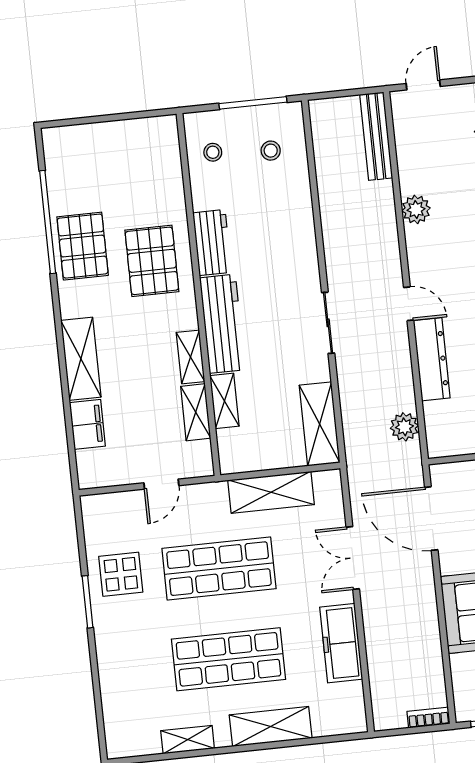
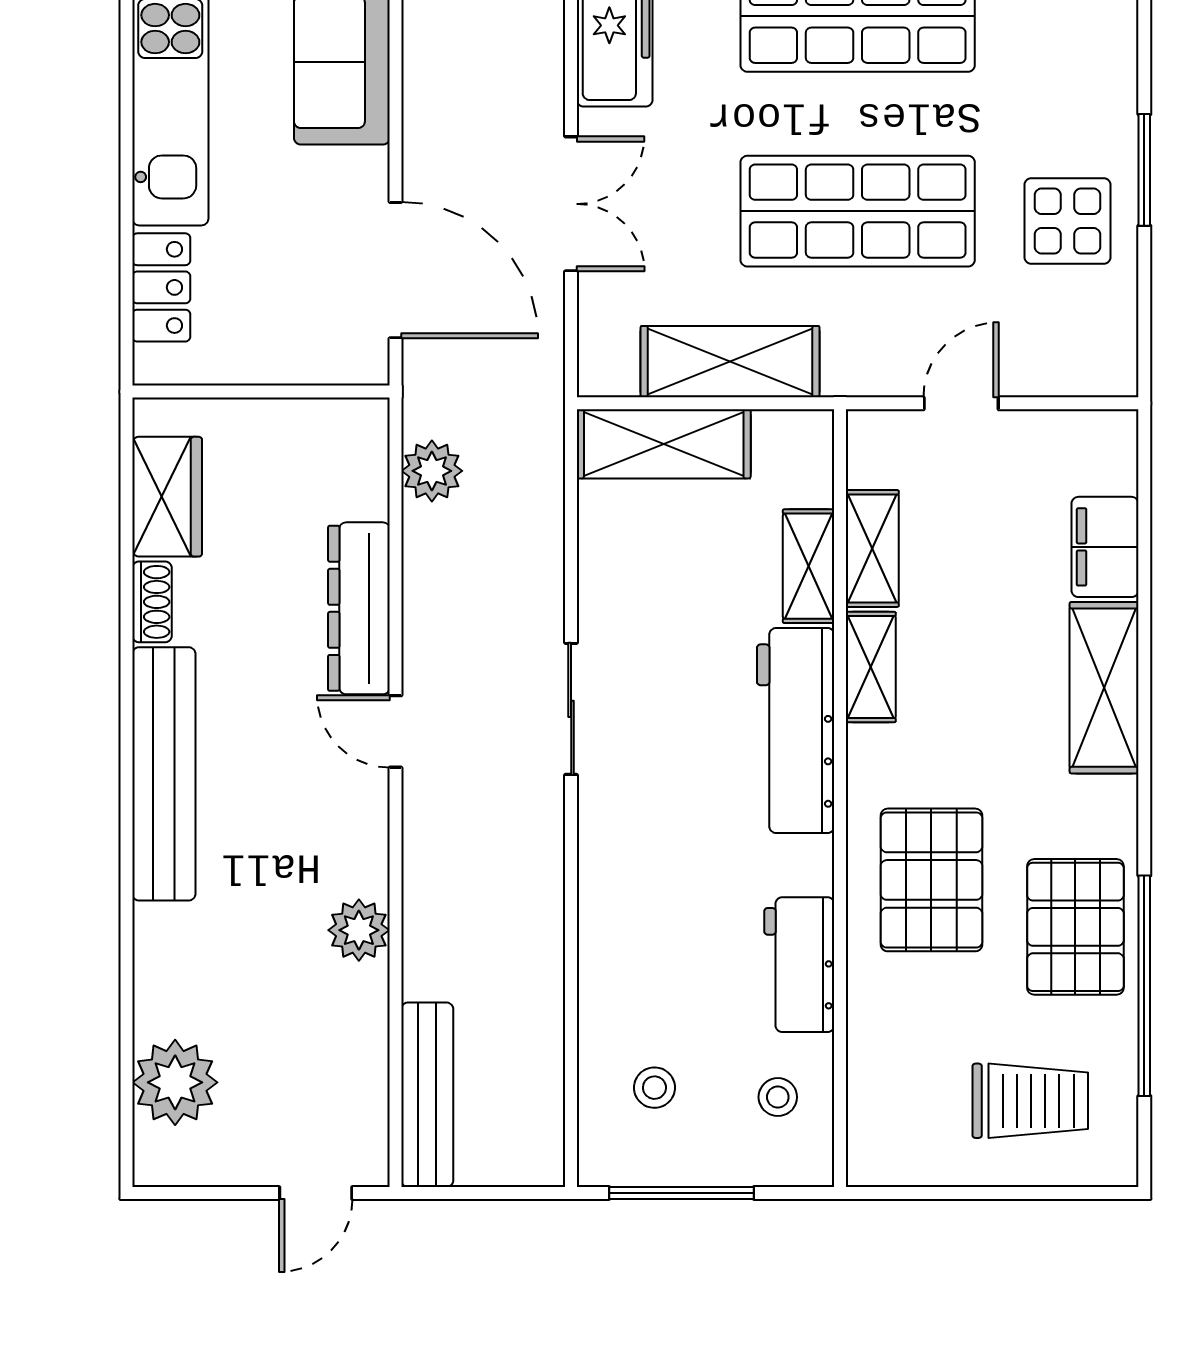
trolley: (95, 163) -> (1030, 1101), added
workbench: (212, 243) -> (799, 965), moved
shelving: (320, 424) -> (664, 444), moved, turned 90

